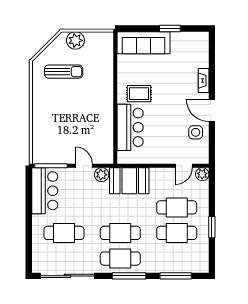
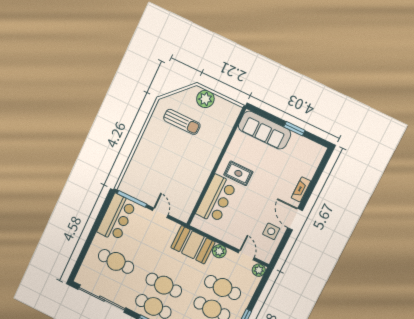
door: (184, 166) -> (246, 255), swing flipped
plant: (102, 175) -> (219, 251), moved

